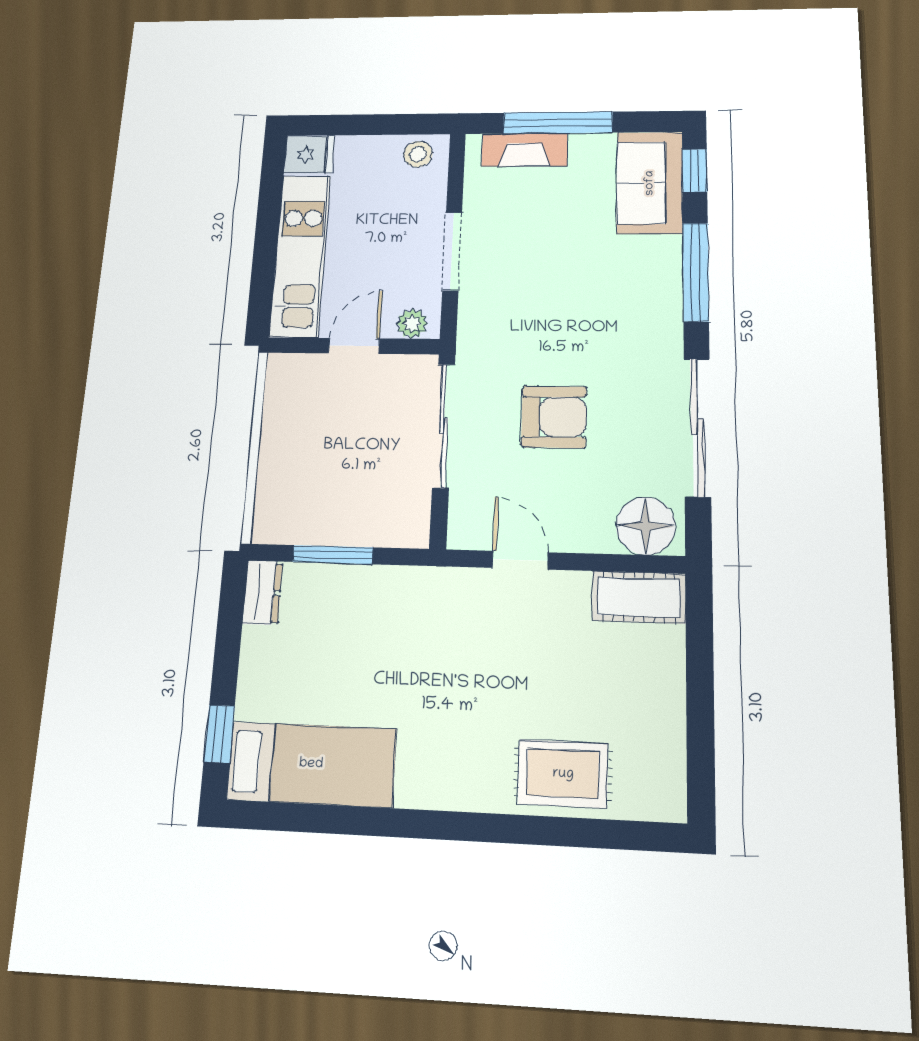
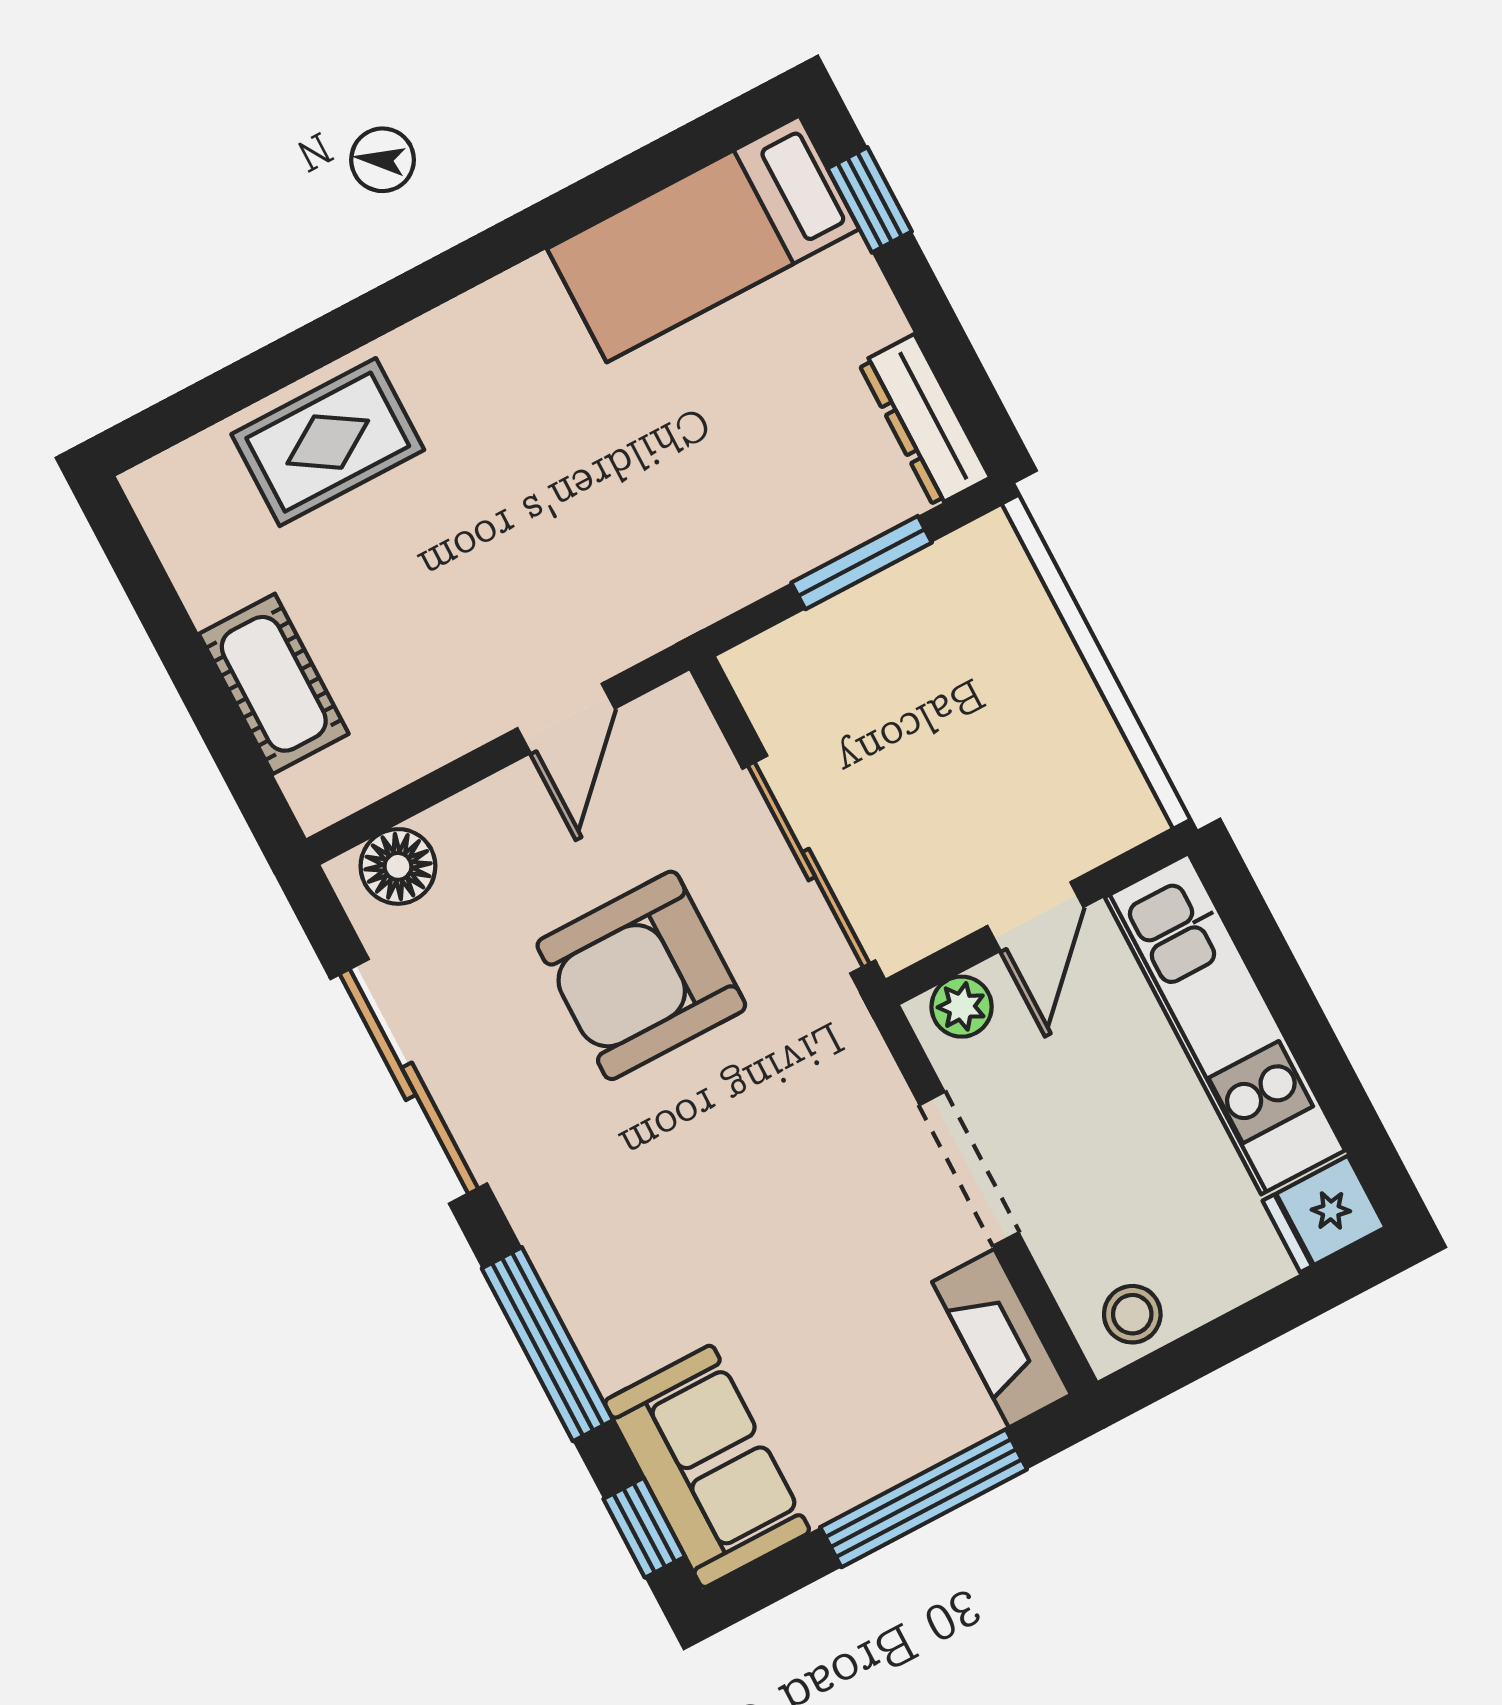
fireplace: (524, 150) -> (1002, 1338), moved, turned -90
armchair: (554, 417) -> (641, 975), width x1.36, depth x1.36
floor lamp: (646, 526) -> (398, 866), width x0.73, depth x0.73
door: (520, 560) -> (566, 718), hinge flipped
dresser: (263, 593) -> (924, 420), width x1.44
cot: (639, 597) -> (274, 684), moved, turned 90

